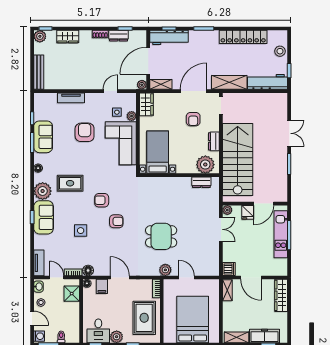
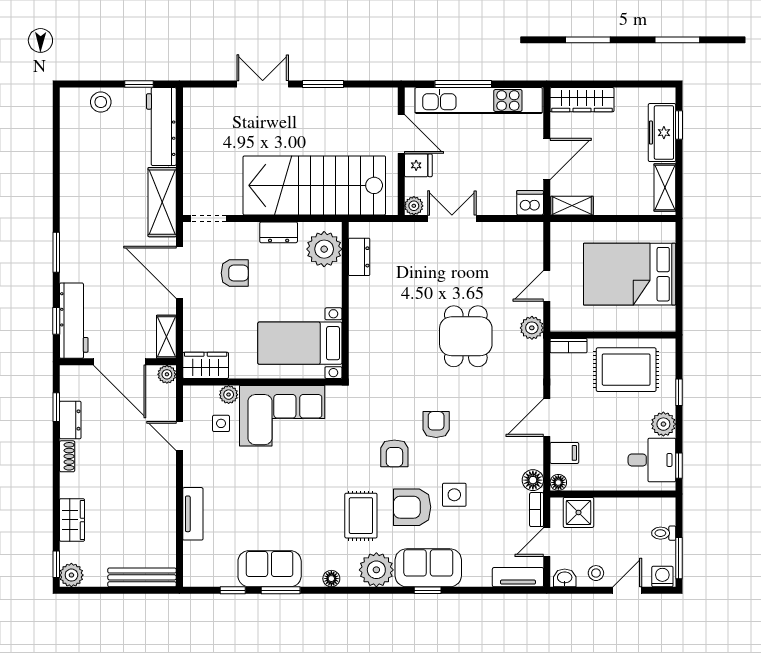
locker: (243, 37) -> (73, 175), removed
armchair: (85, 132) -> (412, 507), moved
kitchen unit: (281, 234) -> (479, 100), width x1.36

